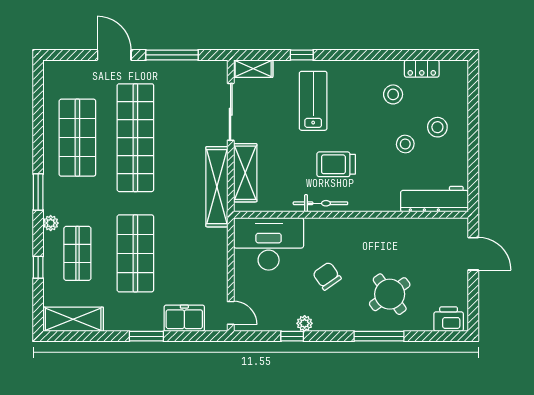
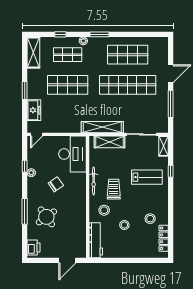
locker: (422, 68) -> (164, 238), width x1.53
stool: (437, 127) -> (104, 210), moved

